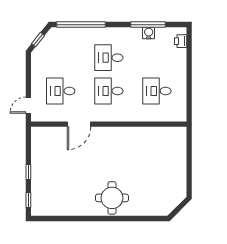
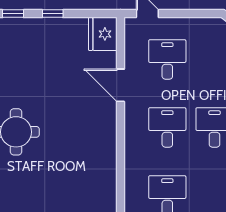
fridge: (43, 137) -> (103, 34), added

